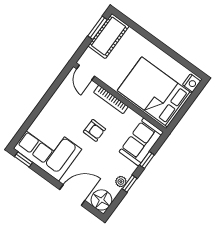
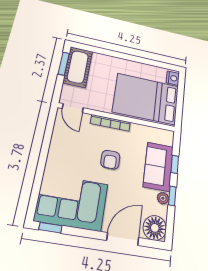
armchair: (94, 130) -> (110, 160), turned 89
sofa: (141, 142) -> (158, 167), moved

